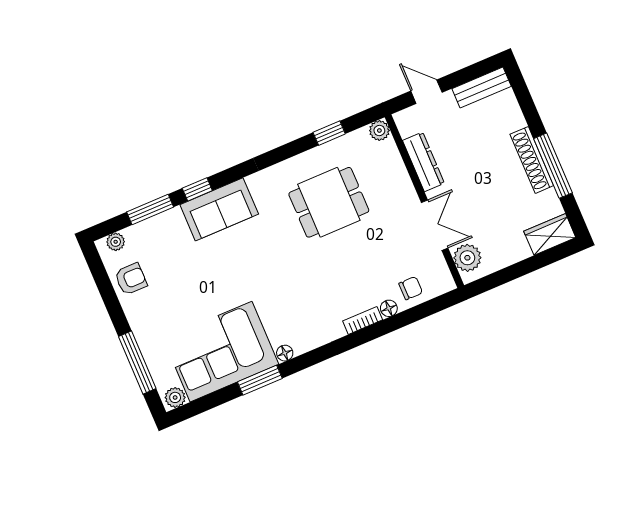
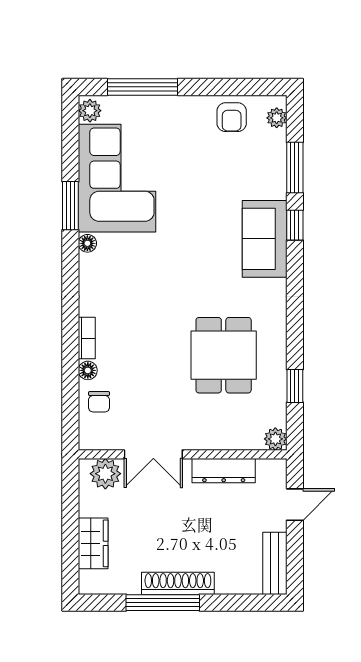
wardrobe: (550, 234) -> (93, 543), moved

